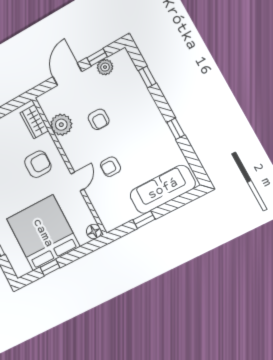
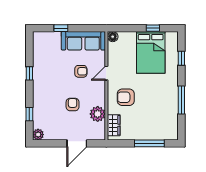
window: (97, 57) -> (53, 143), removed
plant: (105, 67) -> (38, 135), moved
sofa: (163, 189) -> (83, 41), moved
window: (144, 220) -> (61, 28), moved
bed: (43, 233) -> (151, 52), width x0.73

